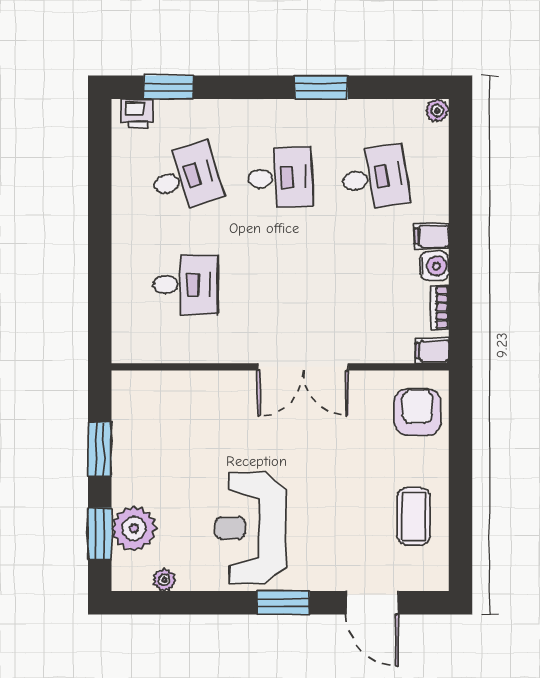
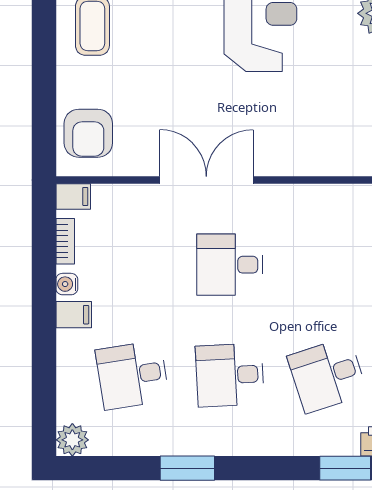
plant: (437, 111) -> (72, 440), width x1.38, depth x1.38
water cooler: (434, 266) -> (67, 284), width x0.72, depth x0.72
desk: (186, 285) -> (230, 265), moved

